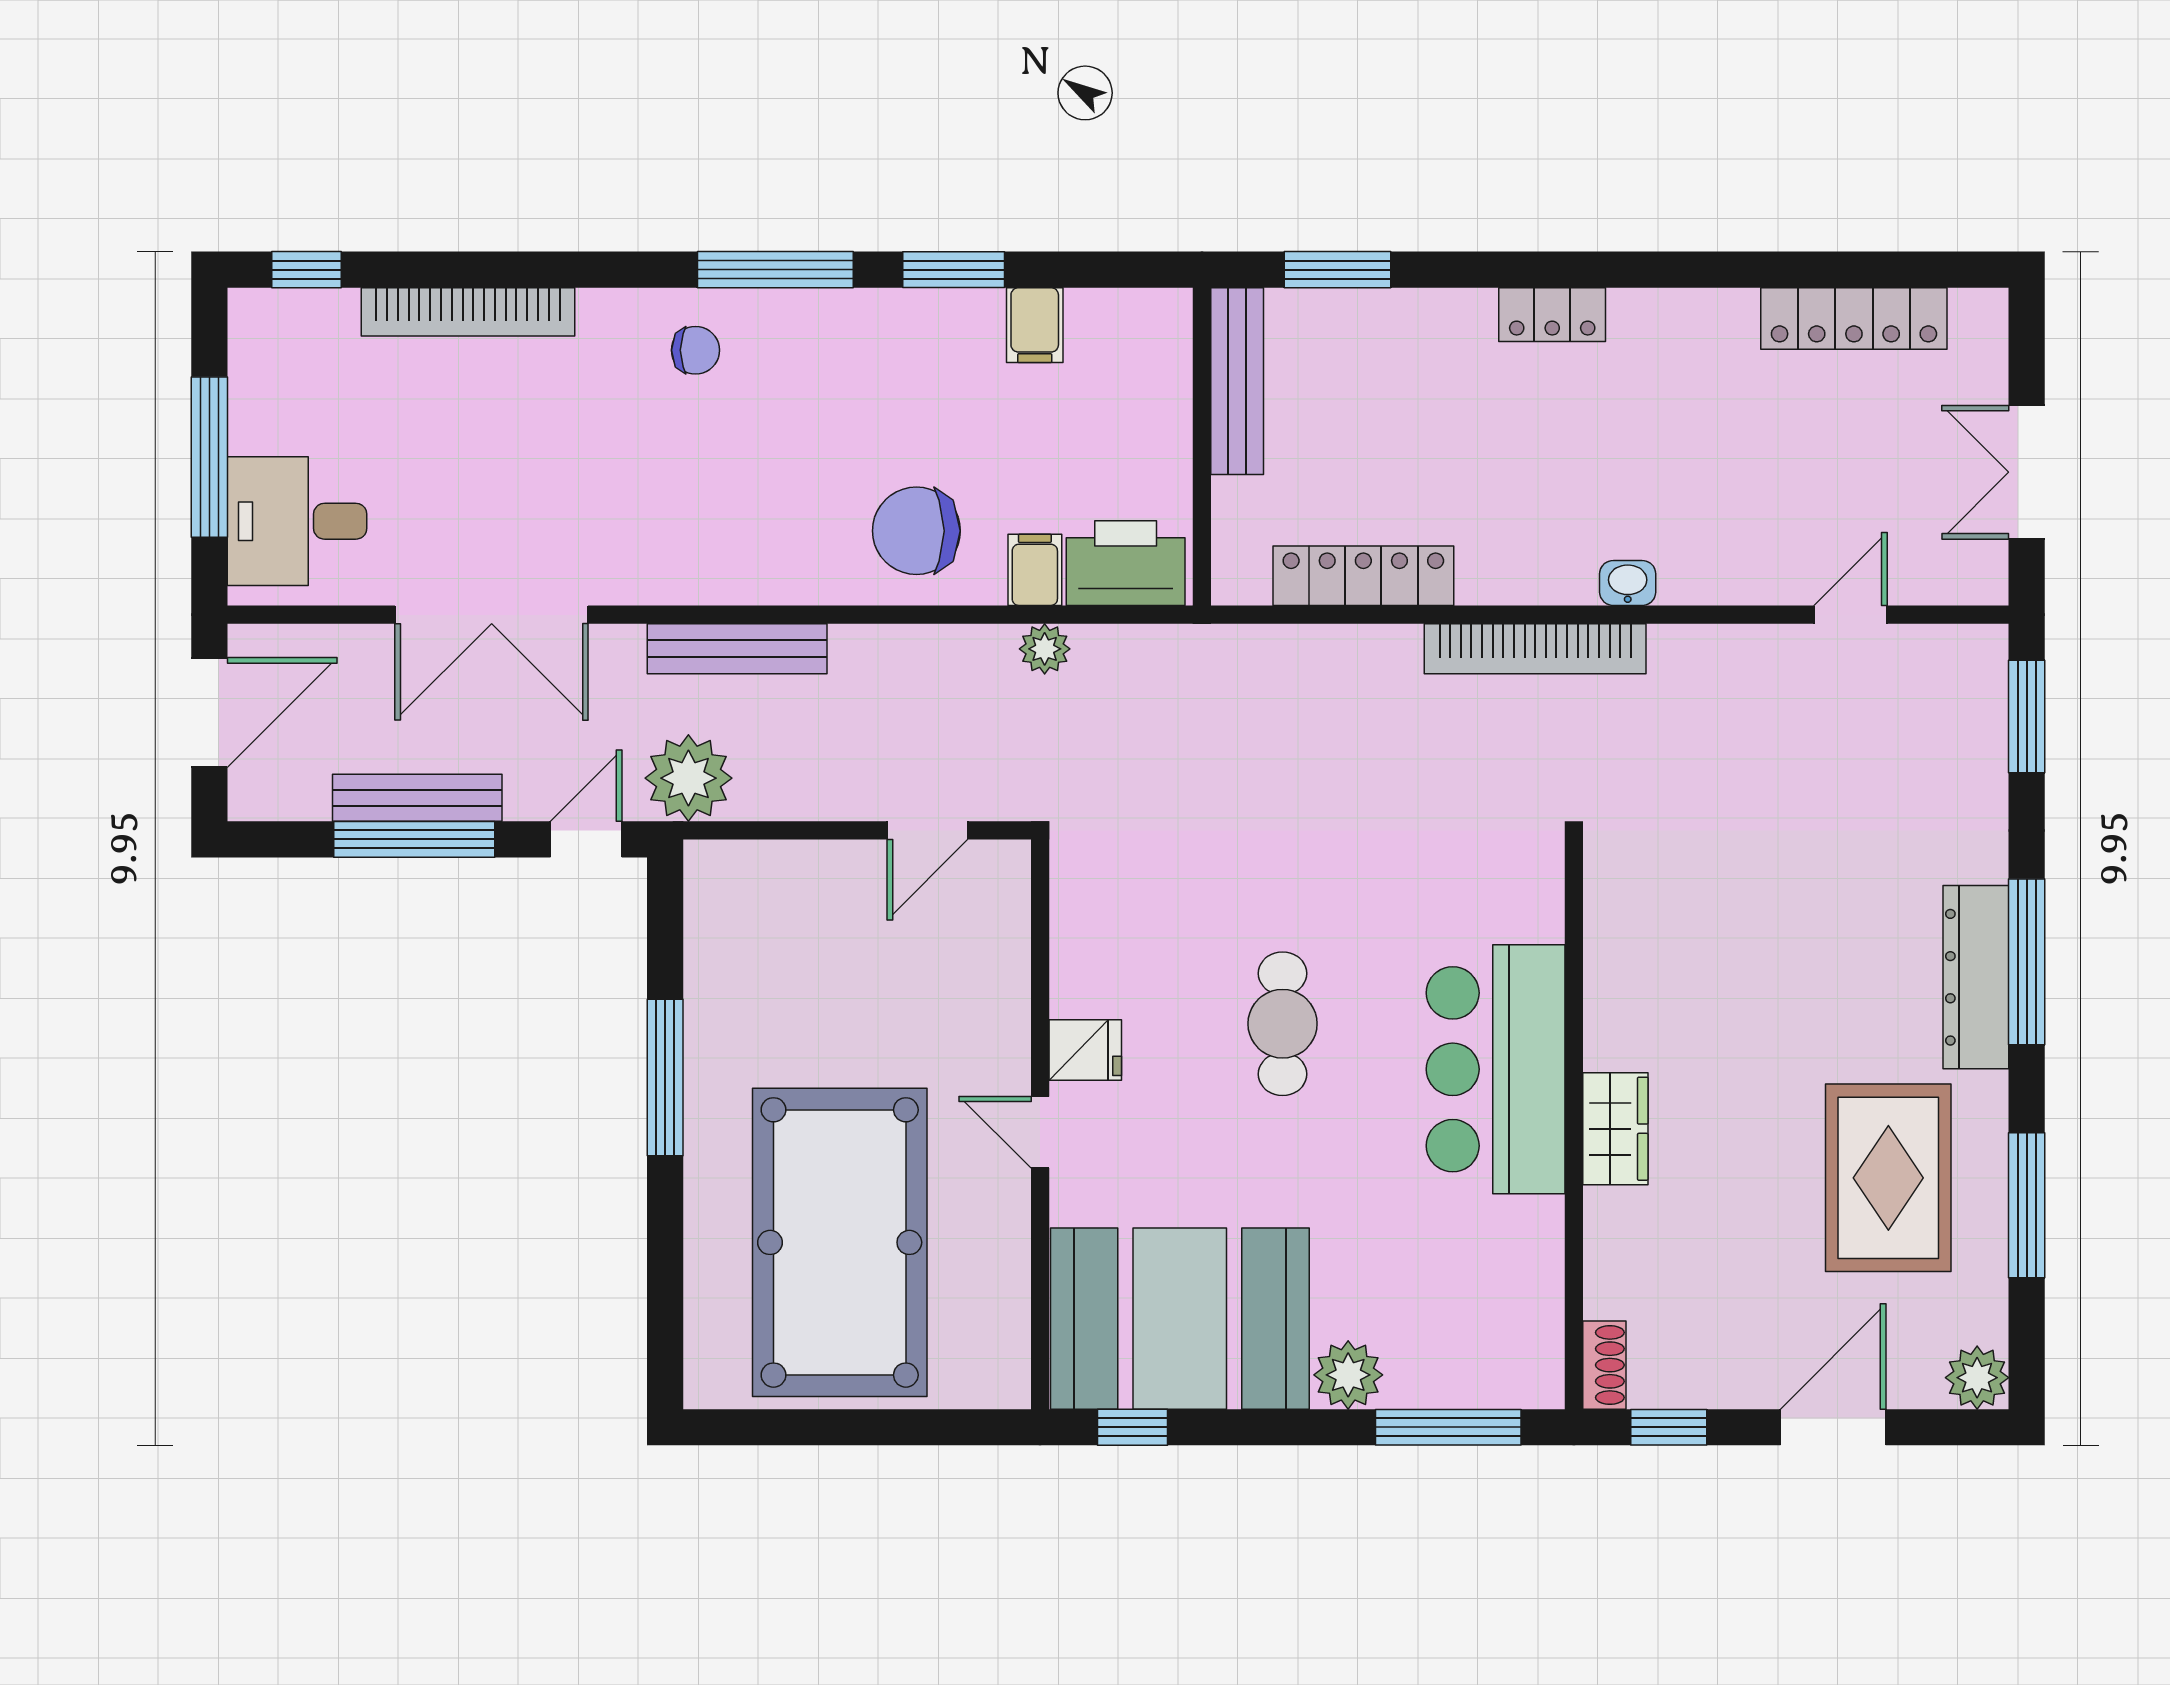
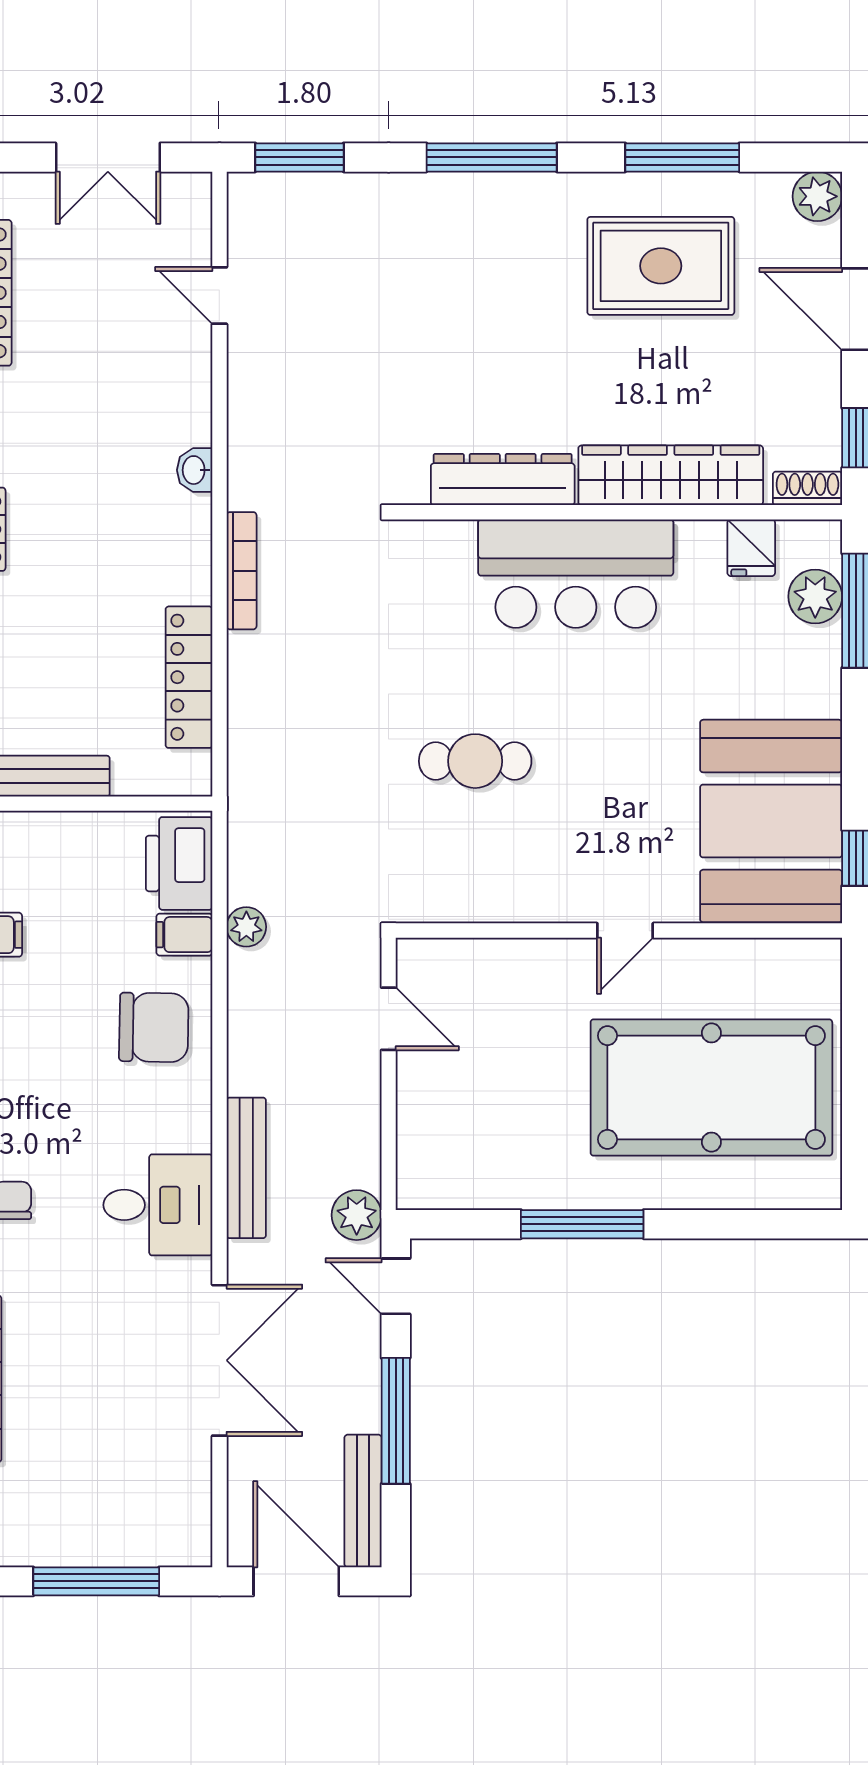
desk: (297, 521) -> (158, 1205), moved, turned -90
chair: (916, 531) -> (154, 1027), turned -89
bookcase: (1535, 649) -> (242, 571), width x0.68, depth x0.76
plant: (688, 778) -> (357, 1215), width x0.73, depth x0.73
bench: (417, 798) -> (363, 1501), moved
dresser: (1976, 977) -> (503, 480), moved, turned 180
cafe table: (1283, 1024) -> (475, 761), moved
fridge: (1085, 1050) -> (751, 548), moved, turned 180
wardrobe: (1615, 1129) -> (671, 475), width x2.10, depth x1.17
plant: (1348, 1375) -> (815, 596), moved

